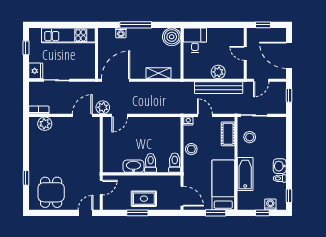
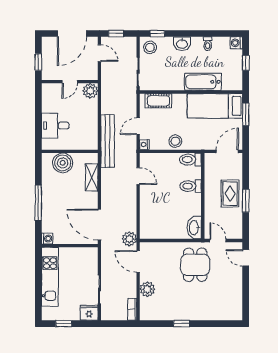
washing machine: (121, 33) -> (47, 239), moved
boiler: (172, 37) -> (63, 163), moved
desk: (195, 40) -> (55, 126), moved
plant: (218, 72) -> (90, 91), moved
door: (261, 80) -> (99, 53), moved
bench: (219, 88) -> (108, 141), moved
door: (120, 115) -> (138, 176), moved
plant: (45, 124) -> (147, 289), moved
stool: (250, 137) -> (150, 47), moved
washbasin: (133, 166) -> (194, 228), moved
washbasin: (280, 166) -> (182, 44), moved
window: (26, 178) -> (182, 324), moved
dining table: (51, 192) -> (195, 265), moved, turned 90
window: (289, 196) -> (157, 34), moved
washing machine: (270, 204) -> (236, 43), moved

